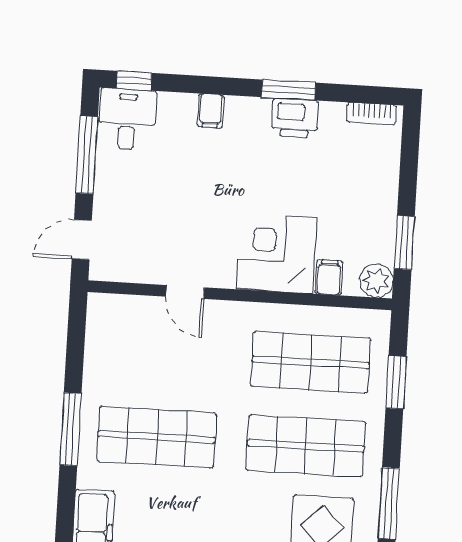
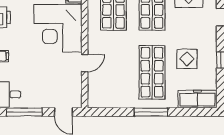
corner desk: (277, 253) -> (58, 28), width x1.36, depth x1.36
display table: (181, 514) -> (187, 59), added

